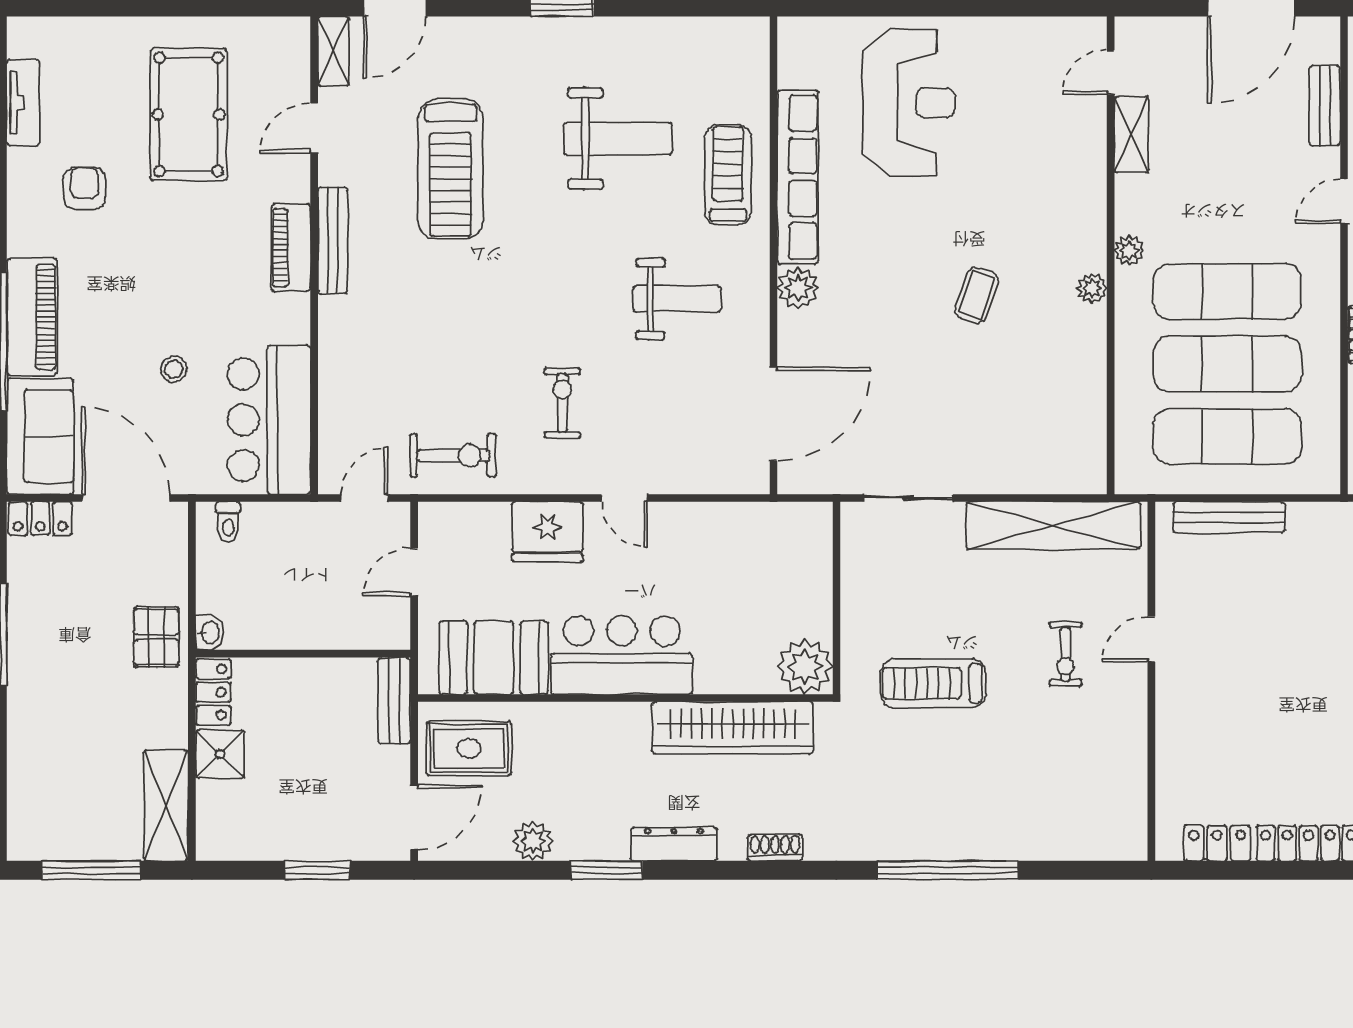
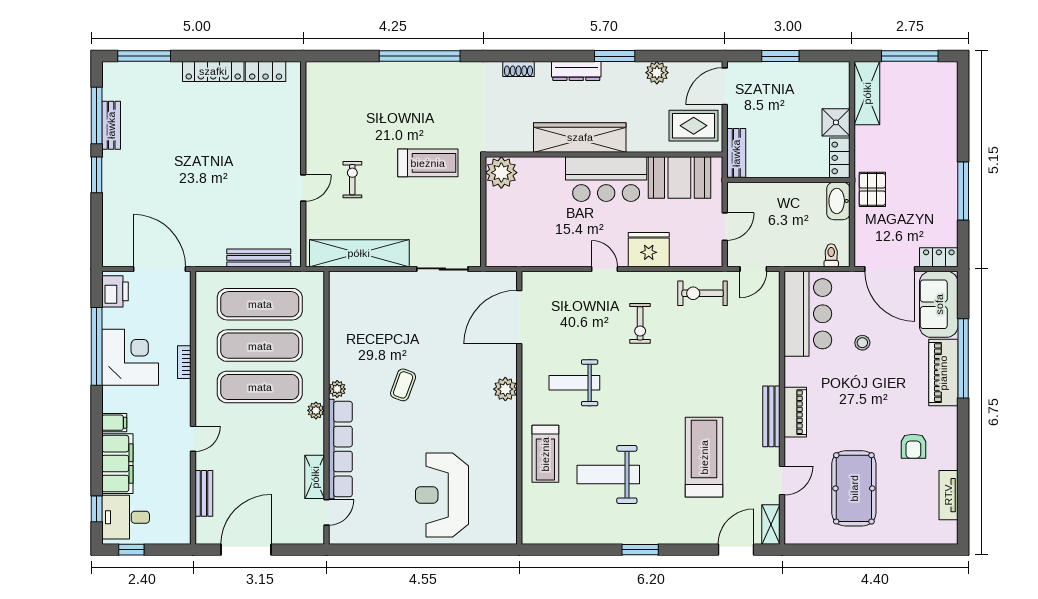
row of seats: (798, 177) -> (340, 449), moved, turned 180
washbasin: (210, 633) -> (838, 201), width x1.91, depth x1.45
wardrobe: (733, 728) -> (580, 137), moved

